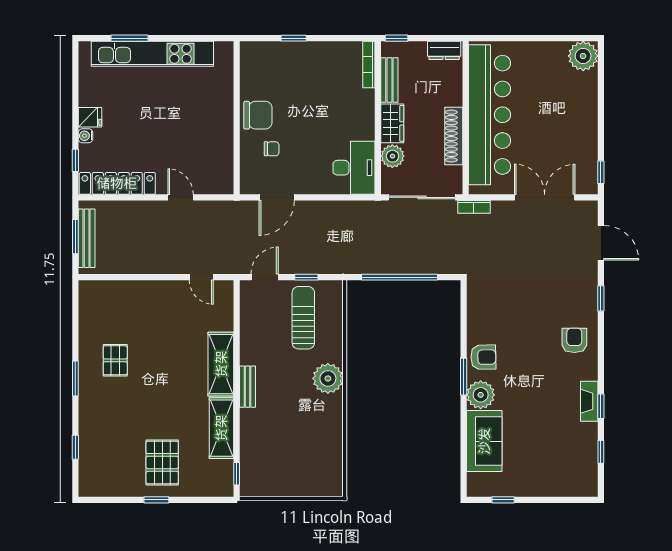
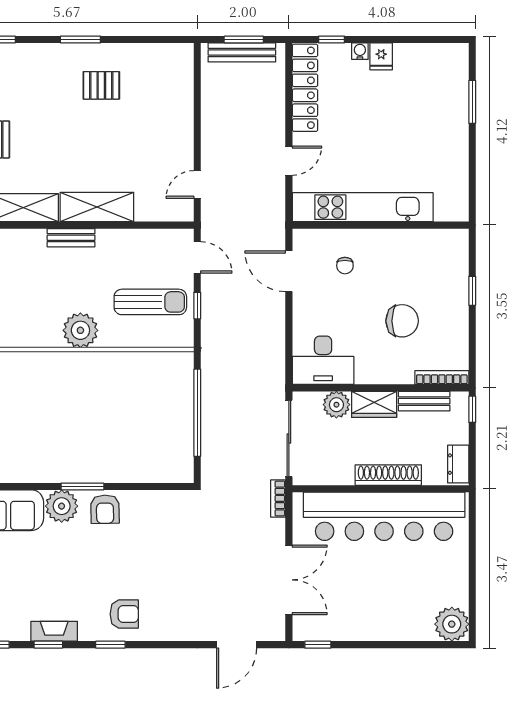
kitchen unit: (152, 54) -> (363, 207), moved, turned 90
chair: (258, 115) -> (402, 321), moved, turned -90
shoe rack: (454, 136) -> (388, 475), moved
window: (601, 298) -> (110, 645), moved

